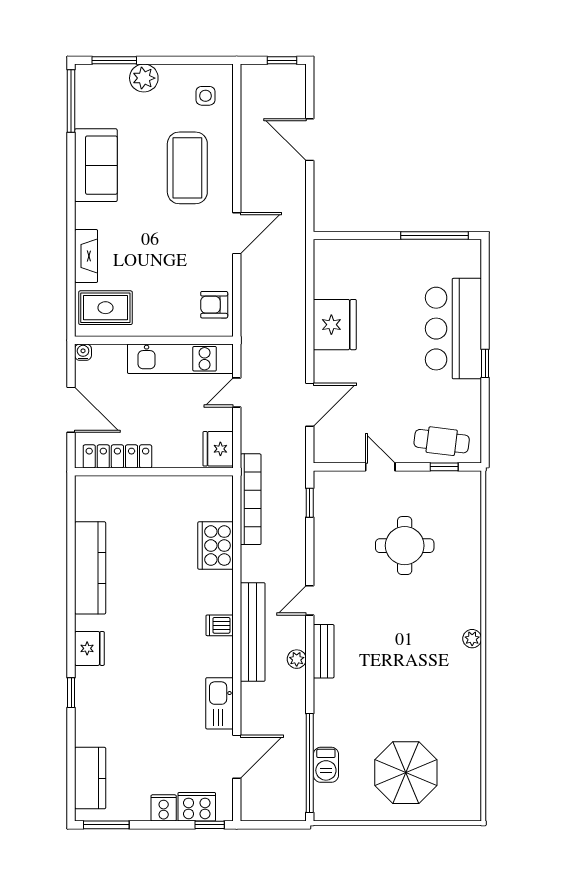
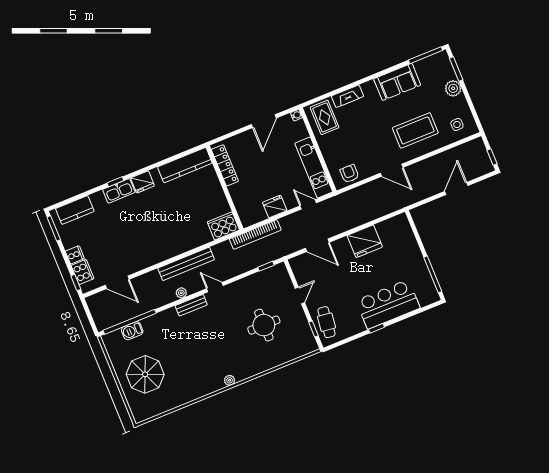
locker: (117, 456) -> (225, 165), moved
wall: (154, 472) -> (225, 188), moved
dishwasher: (220, 625) -> (182, 245), removed
kitchen sink: (219, 703) -> (119, 191), moved, turned 180

